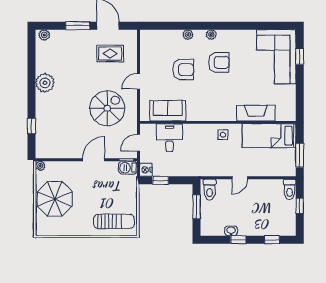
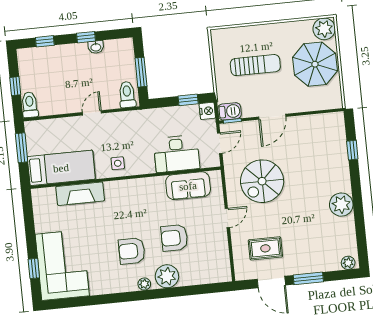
plant: (188, 35) -> (167, 276), width x1.88, depth x1.88
desk: (170, 138) -> (177, 154), width x1.37
plant: (40, 166) -> (324, 29), moved, width x1.88, depth x1.88
sun lounger: (114, 221) -> (255, 65), moved, turned 180

